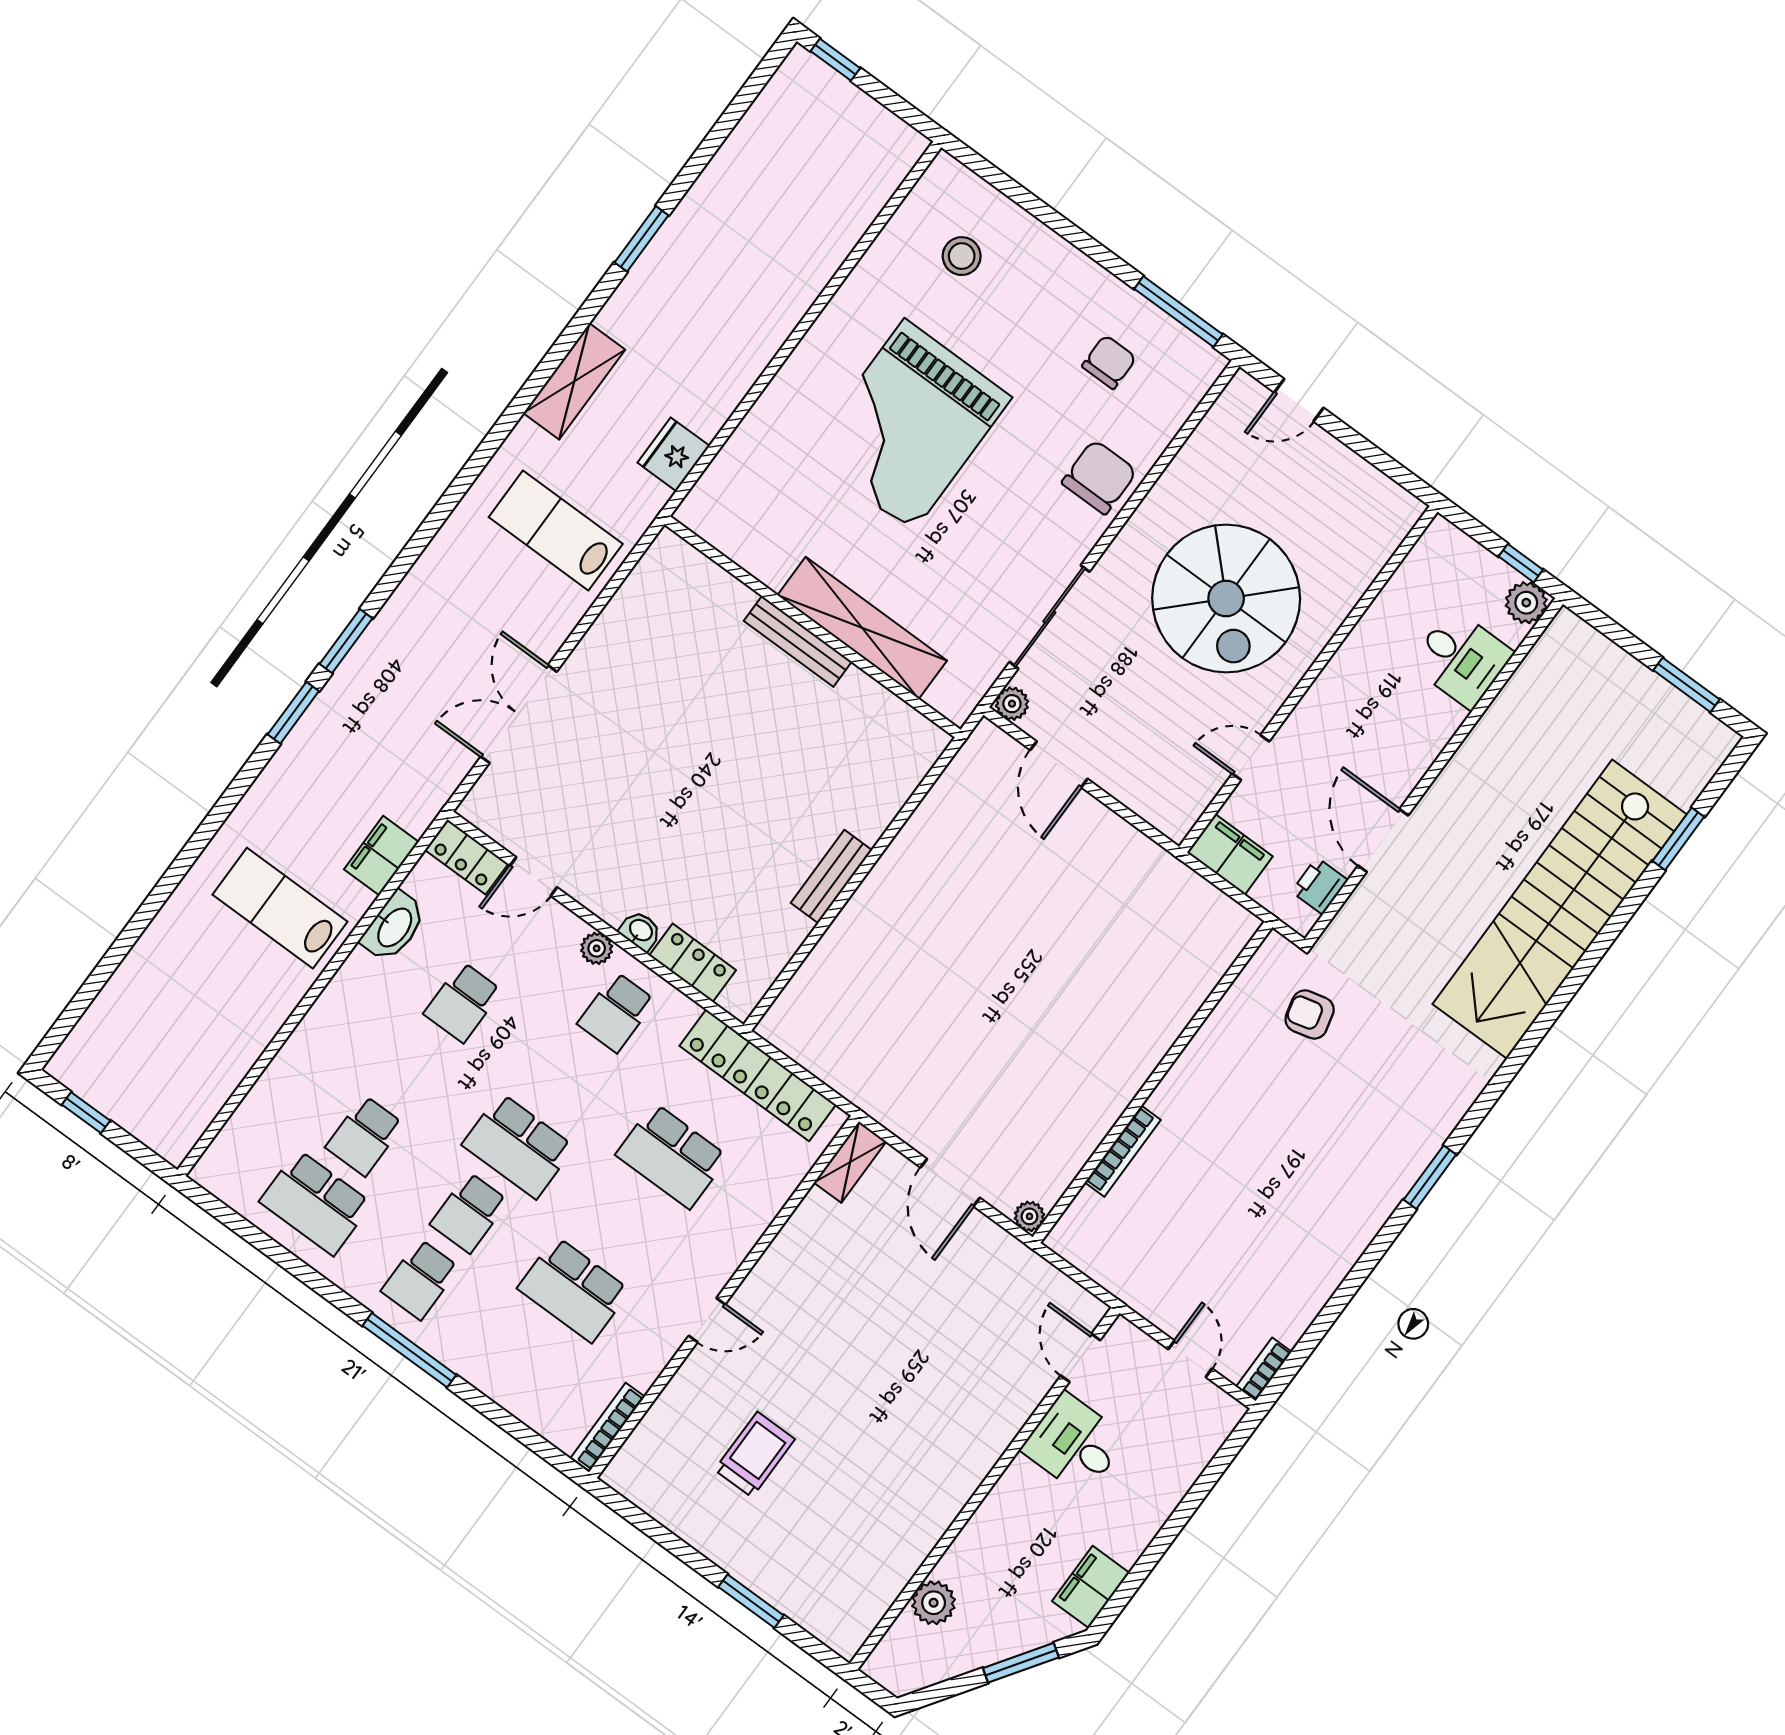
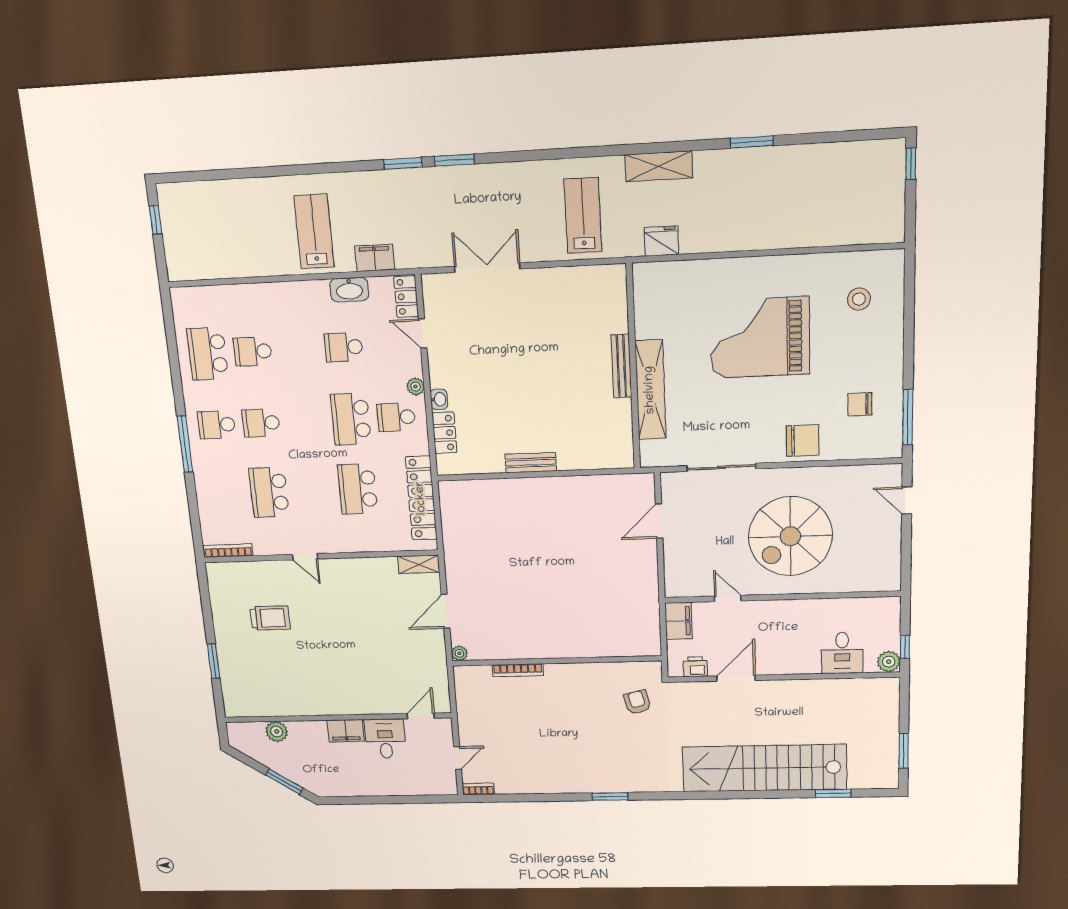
chair: (1109, 362) -> (860, 404), turned 180
plant: (1012, 704) -> (669, 481), removed
school desk: (518, 1146) -> (351, 419), moved
filing cabinet: (1091, 1587) -> (346, 731), moved, turned 180

